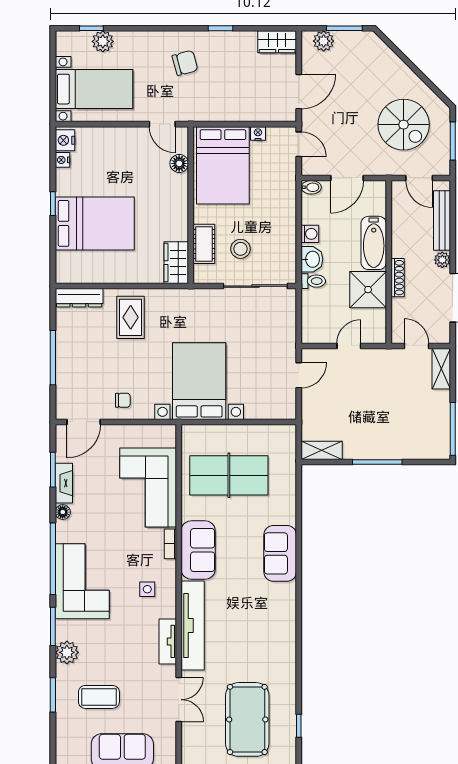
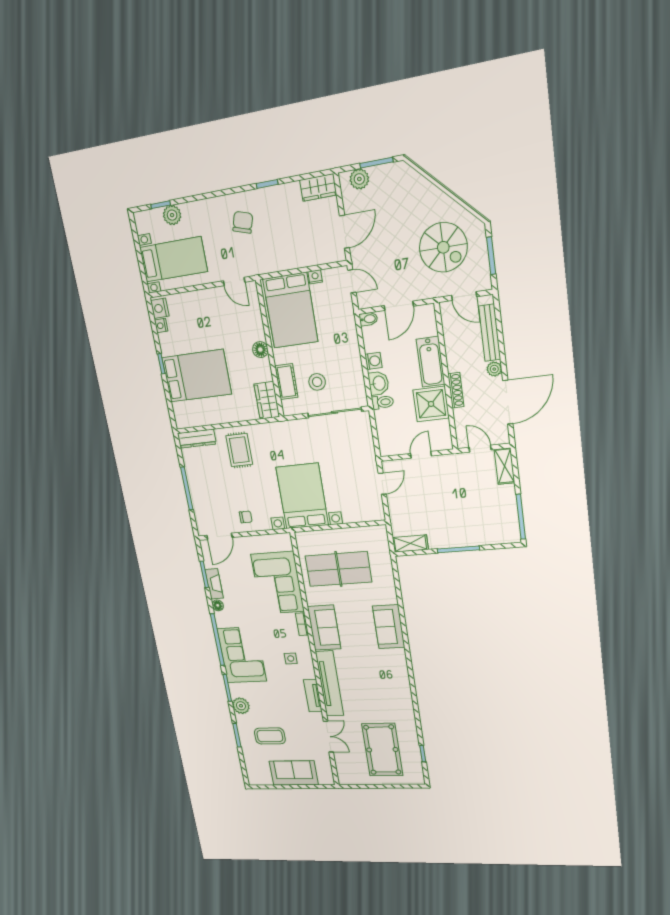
chair: (185, 63) -> (243, 222), turned -58
floor lamp: (179, 163) -> (260, 350), moved

